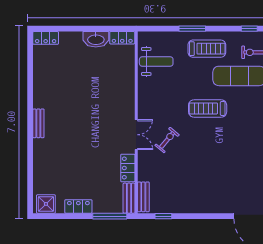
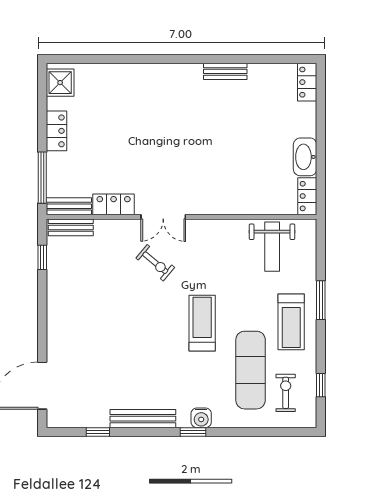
bench: (38, 123) -> (225, 71), moved

